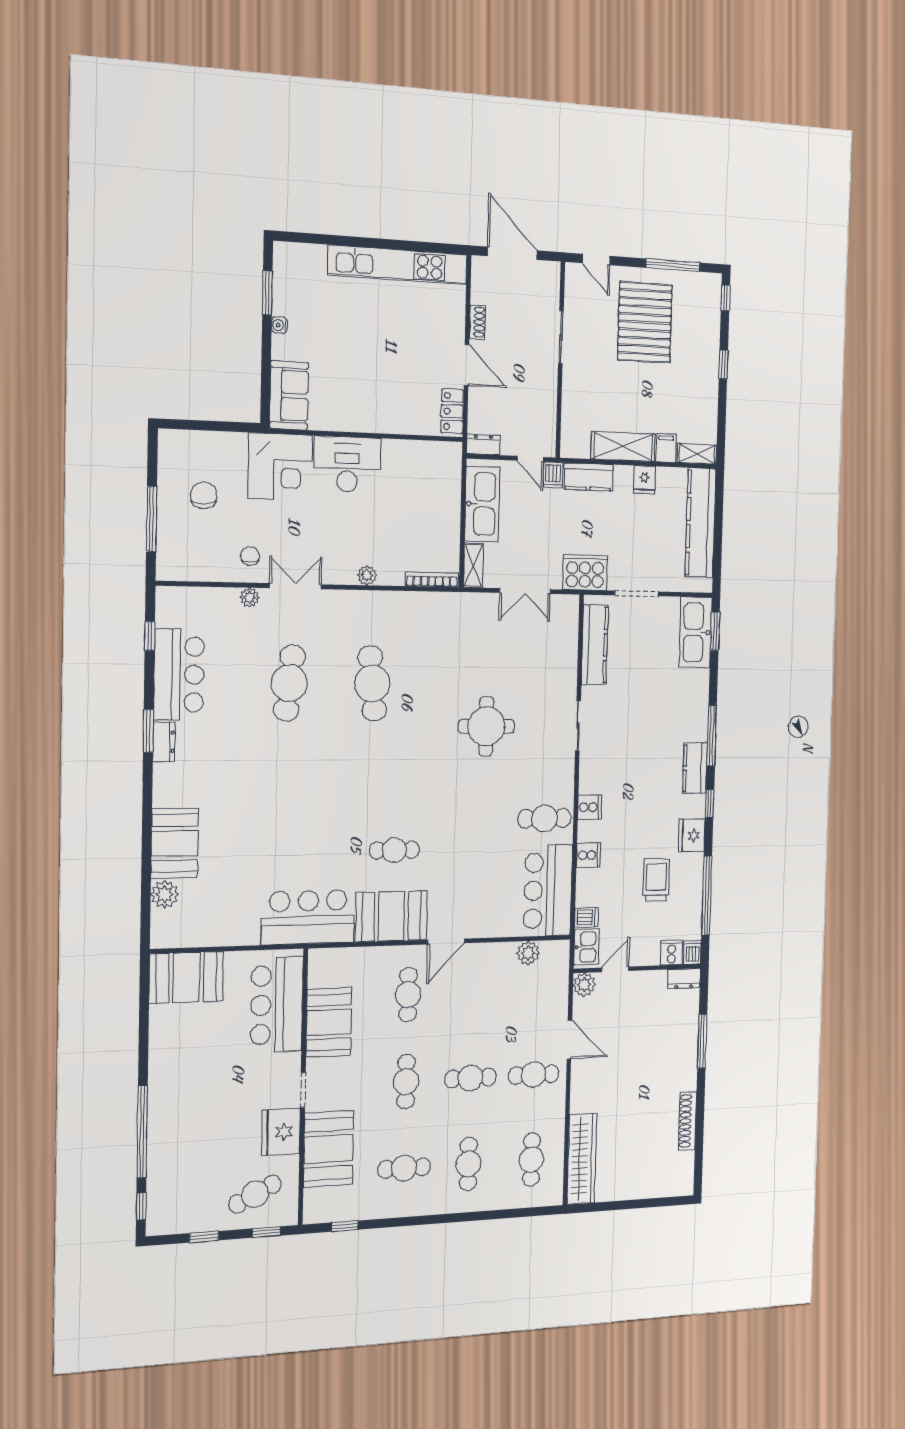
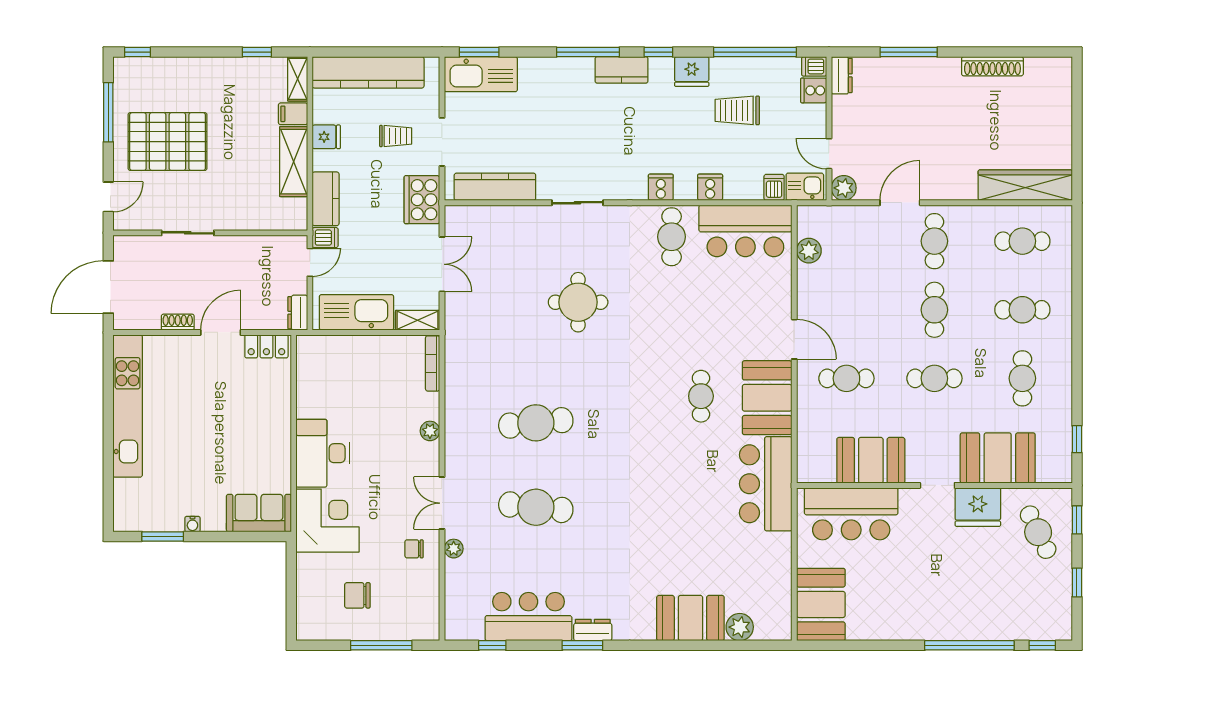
window: (723, 364) -> (257, 52), moved
trolley: (643, 548) -> (396, 136), added

